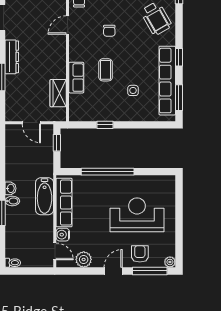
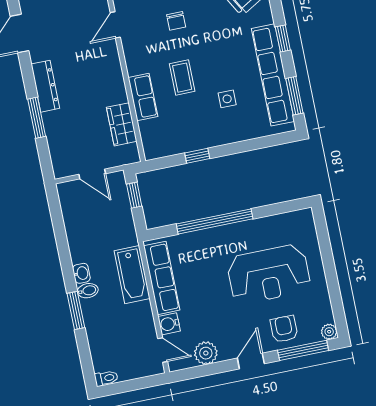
reception desk: (137, 215) -> (269, 274), turned 180

